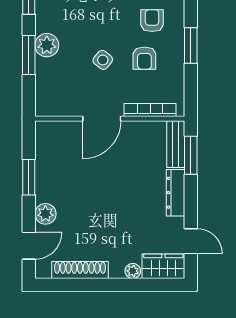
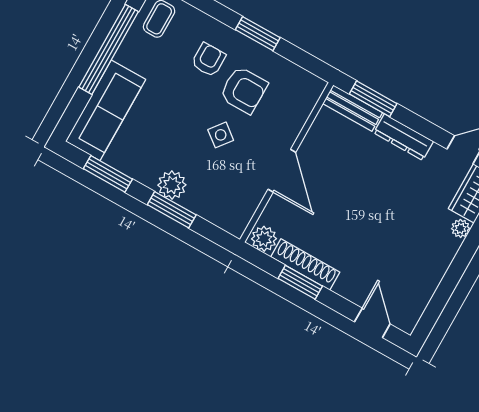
armchair: (152, 21) -> (209, 60), turned 90
armchair: (144, 58) -> (244, 90), width x1.38, depth x1.38
bookcase: (150, 110) -> (301, 115), removed
plant: (45, 214) -> (264, 239), moved
shoe rack: (80, 270) -> (305, 265), moved, turned 90

